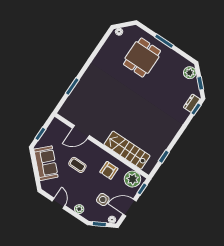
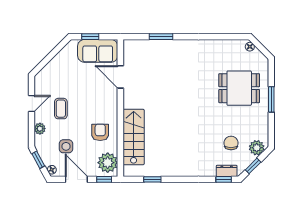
chair: (175, 88) -> (231, 143), added
sofa: (46, 163) -> (98, 51), moved, turned 45
coffee table: (77, 165) -> (61, 109), moved
armchair: (109, 170) -> (100, 132), turned 90

